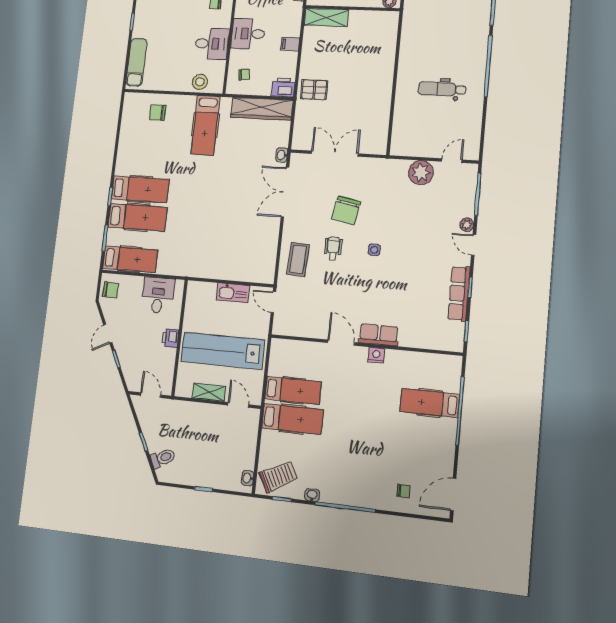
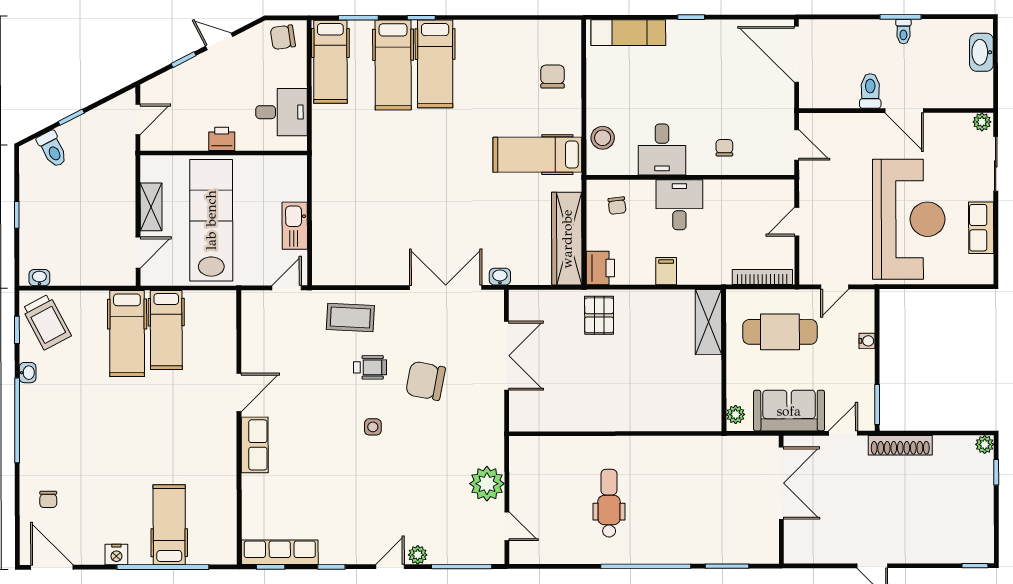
chair: (111, 290) -> (283, 37), turned 80
row of seats: (459, 293) -> (280, 552), moved
nightstand: (376, 355) -> (116, 555), moved, turned 90

